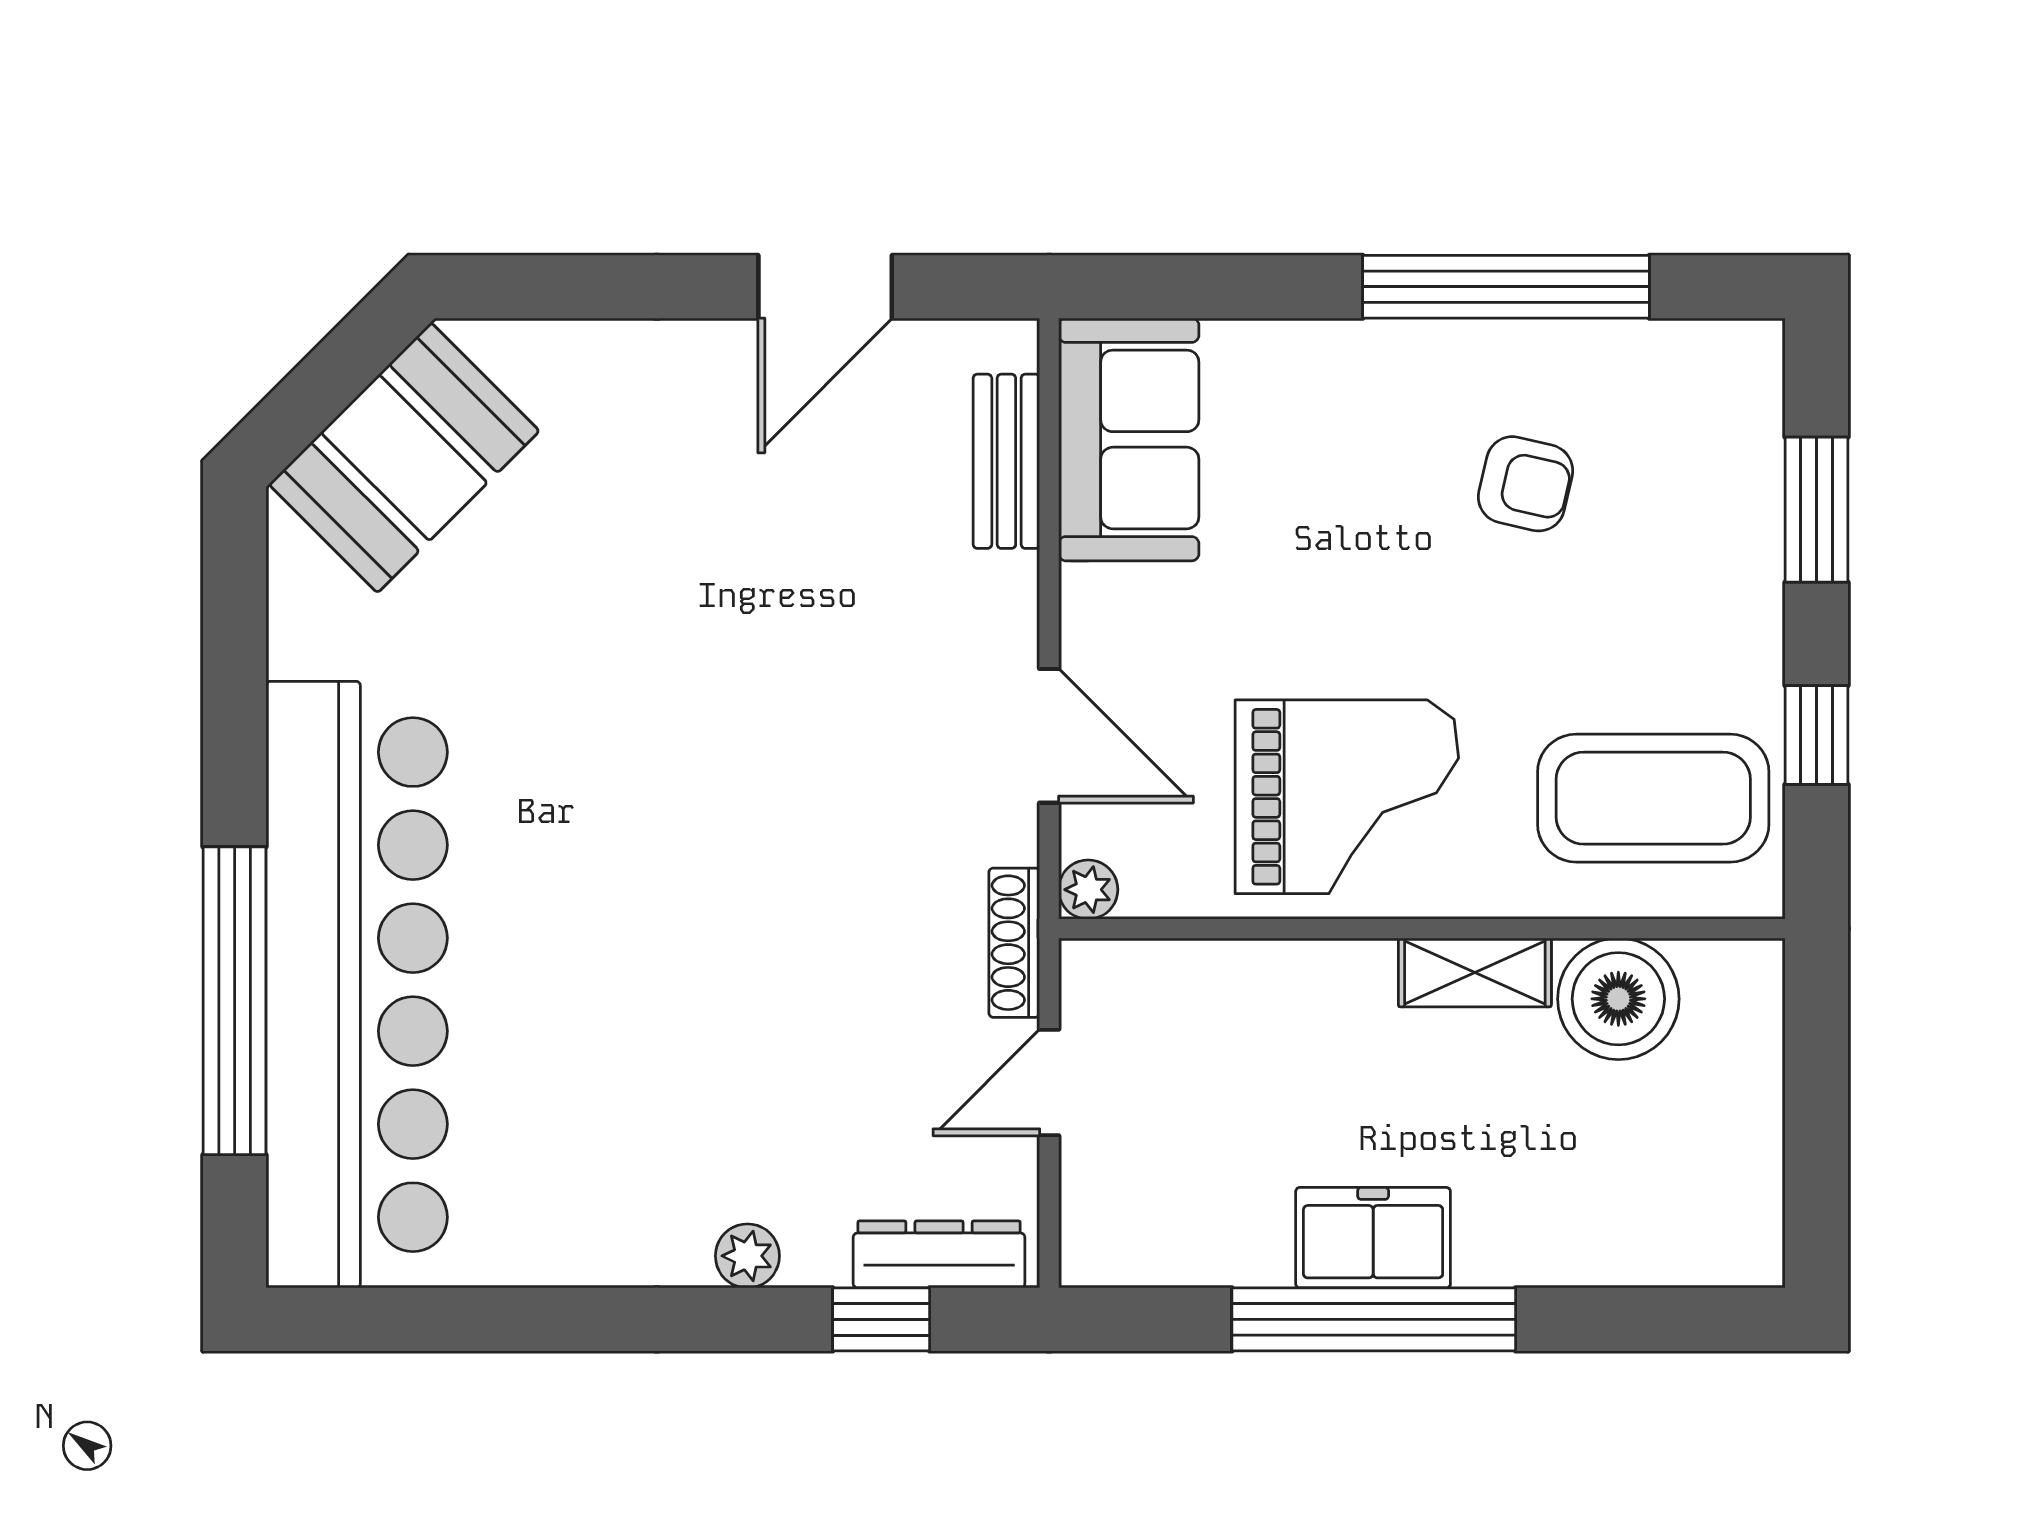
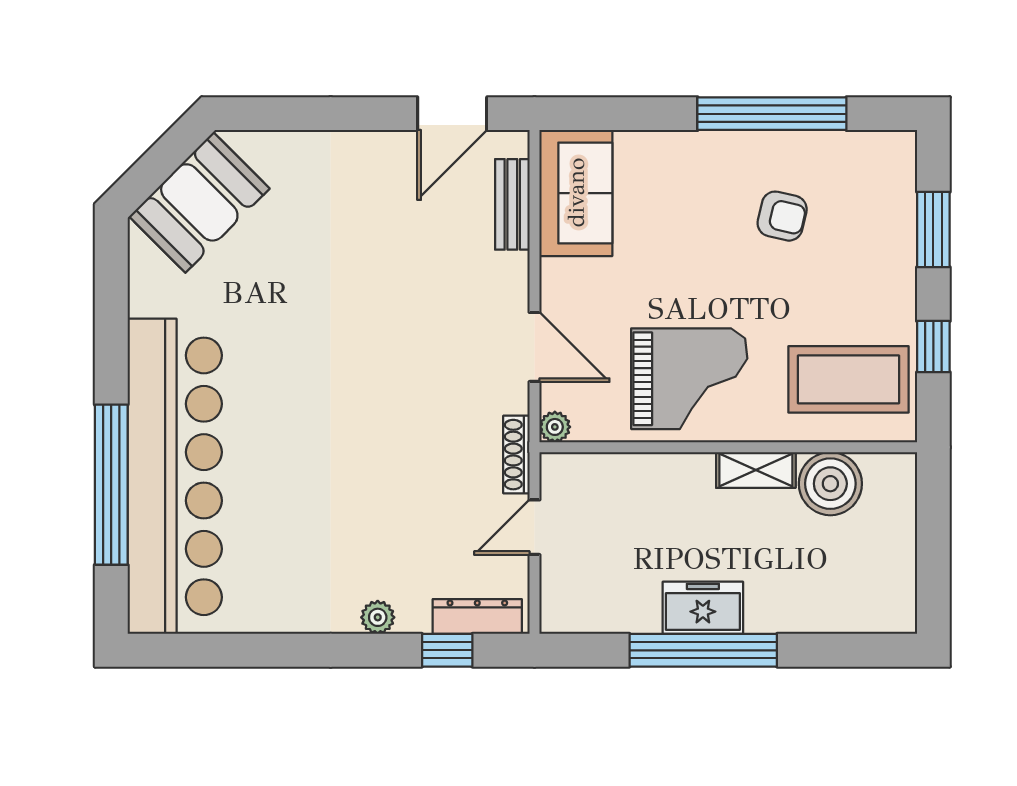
door: (825, 287) -> (452, 114), moved

